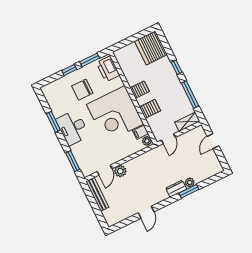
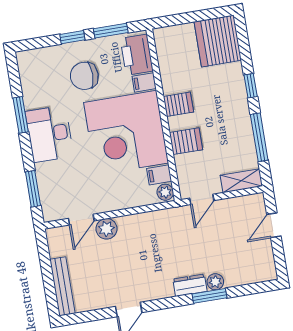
filing cabinet: (117, 83) -> (144, 82), added
bench: (97, 194) -> (62, 286), moved

